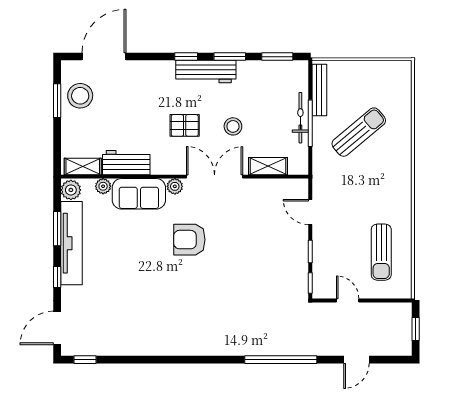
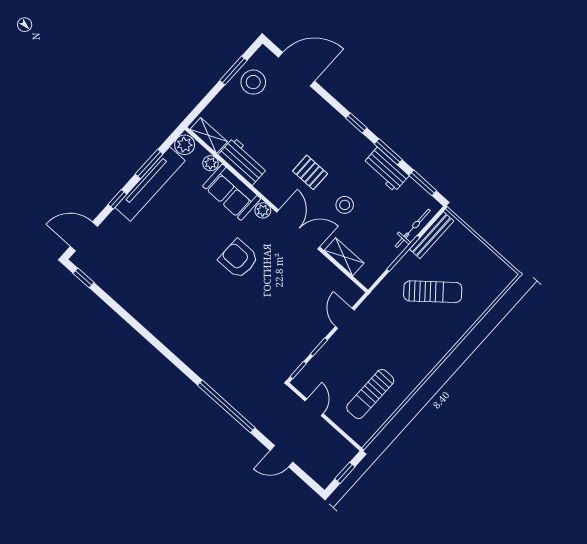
workbench: (206, 71) -> (386, 170), moved, width x0.73
bicycle: (300, 118) -> (413, 228), moved

